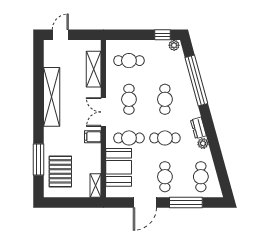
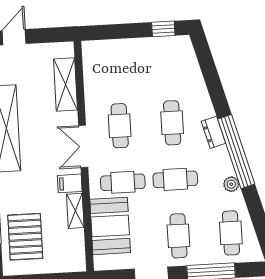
plant: (174, 45) -> (181, 43), removed
cafe table: (129, 61) -> (117, 69), removed
window: (196, 81) -> (236, 151), moved
dresser: (198, 128) -> (213, 132), moved
shelving: (95, 186) -> (75, 211), moved

